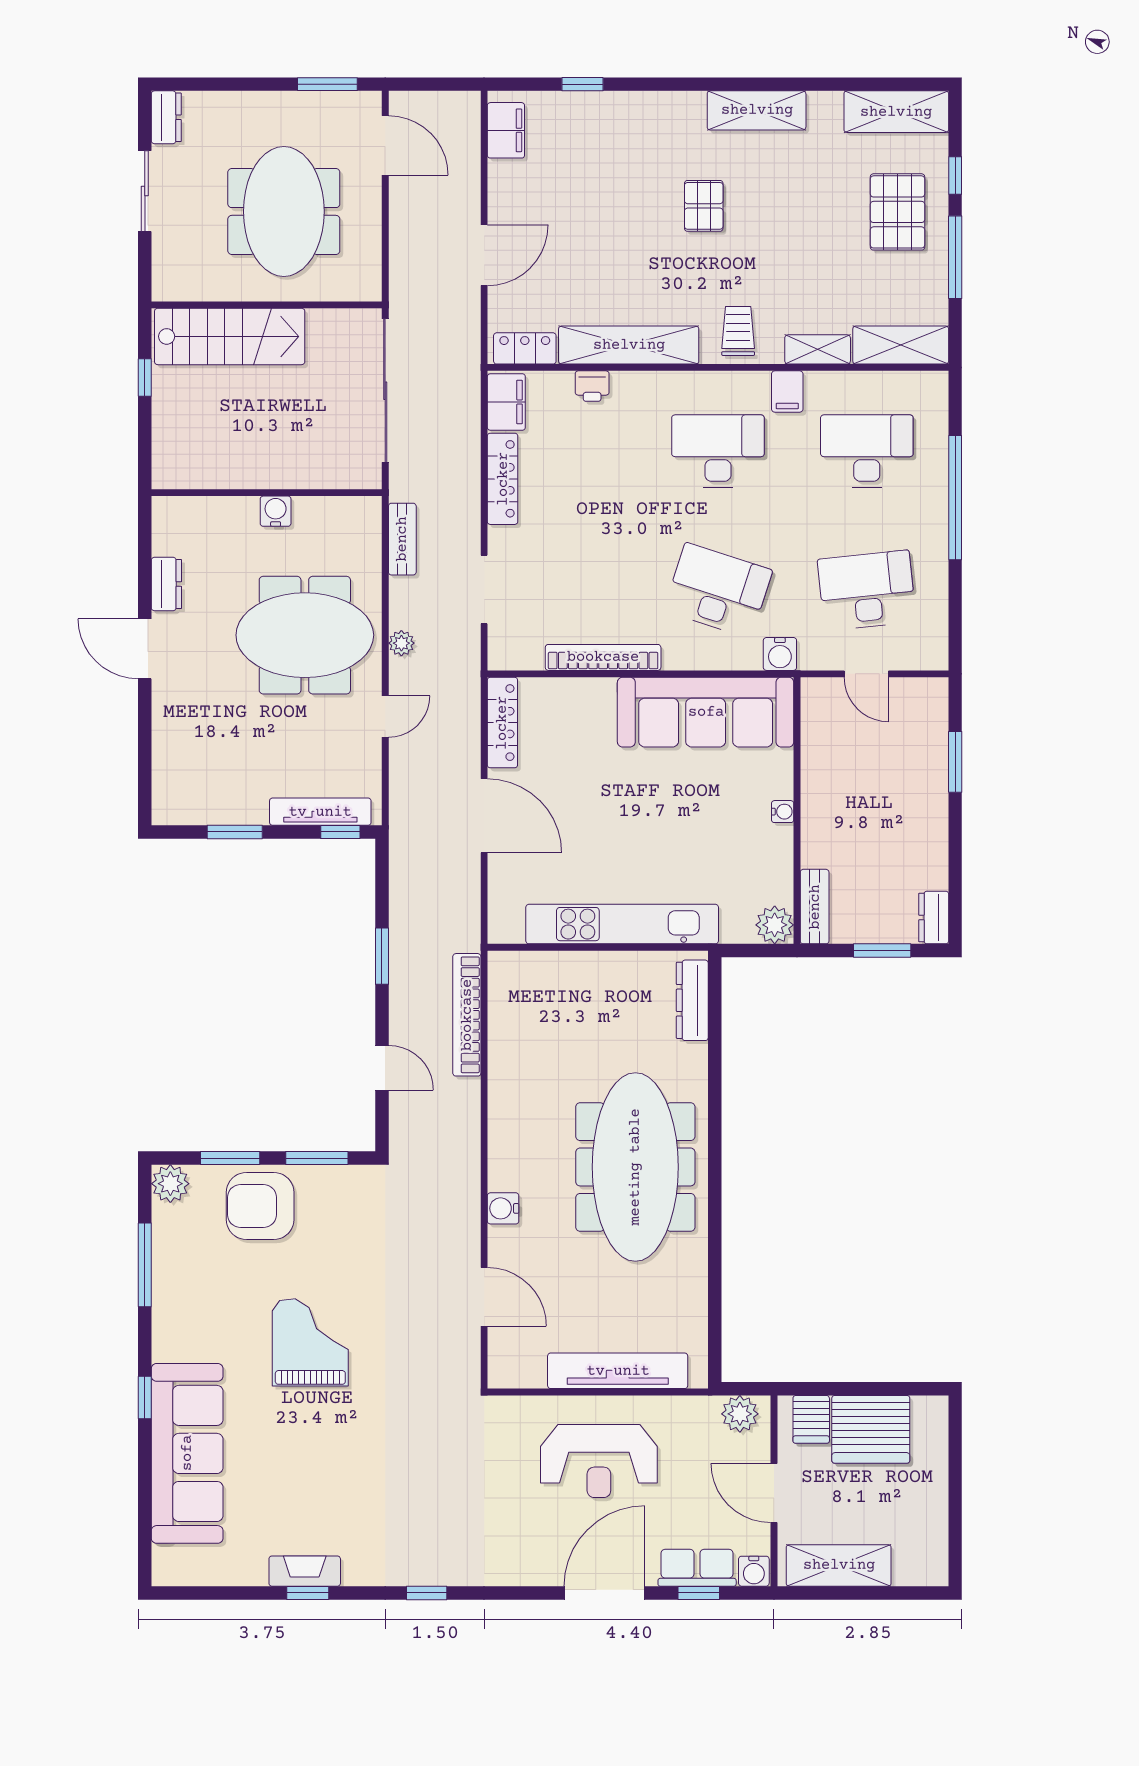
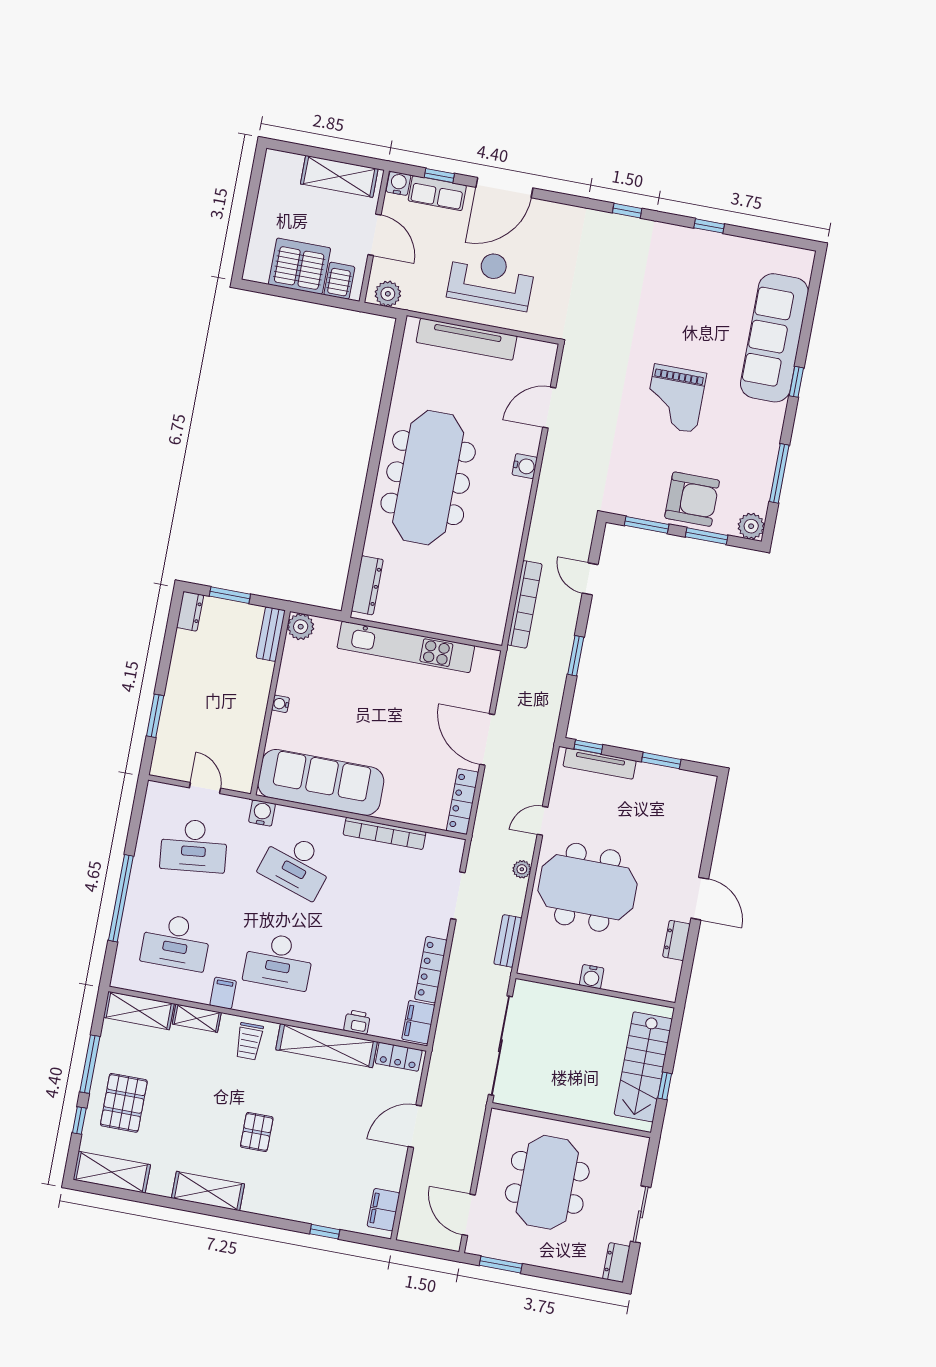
stairs: (230, 336) -> (643, 1067), moved, turned -90
door: (484, 1297) -> (549, 408), hinge flipped
fireplace: (305, 1571) -> (708, 241), removed

